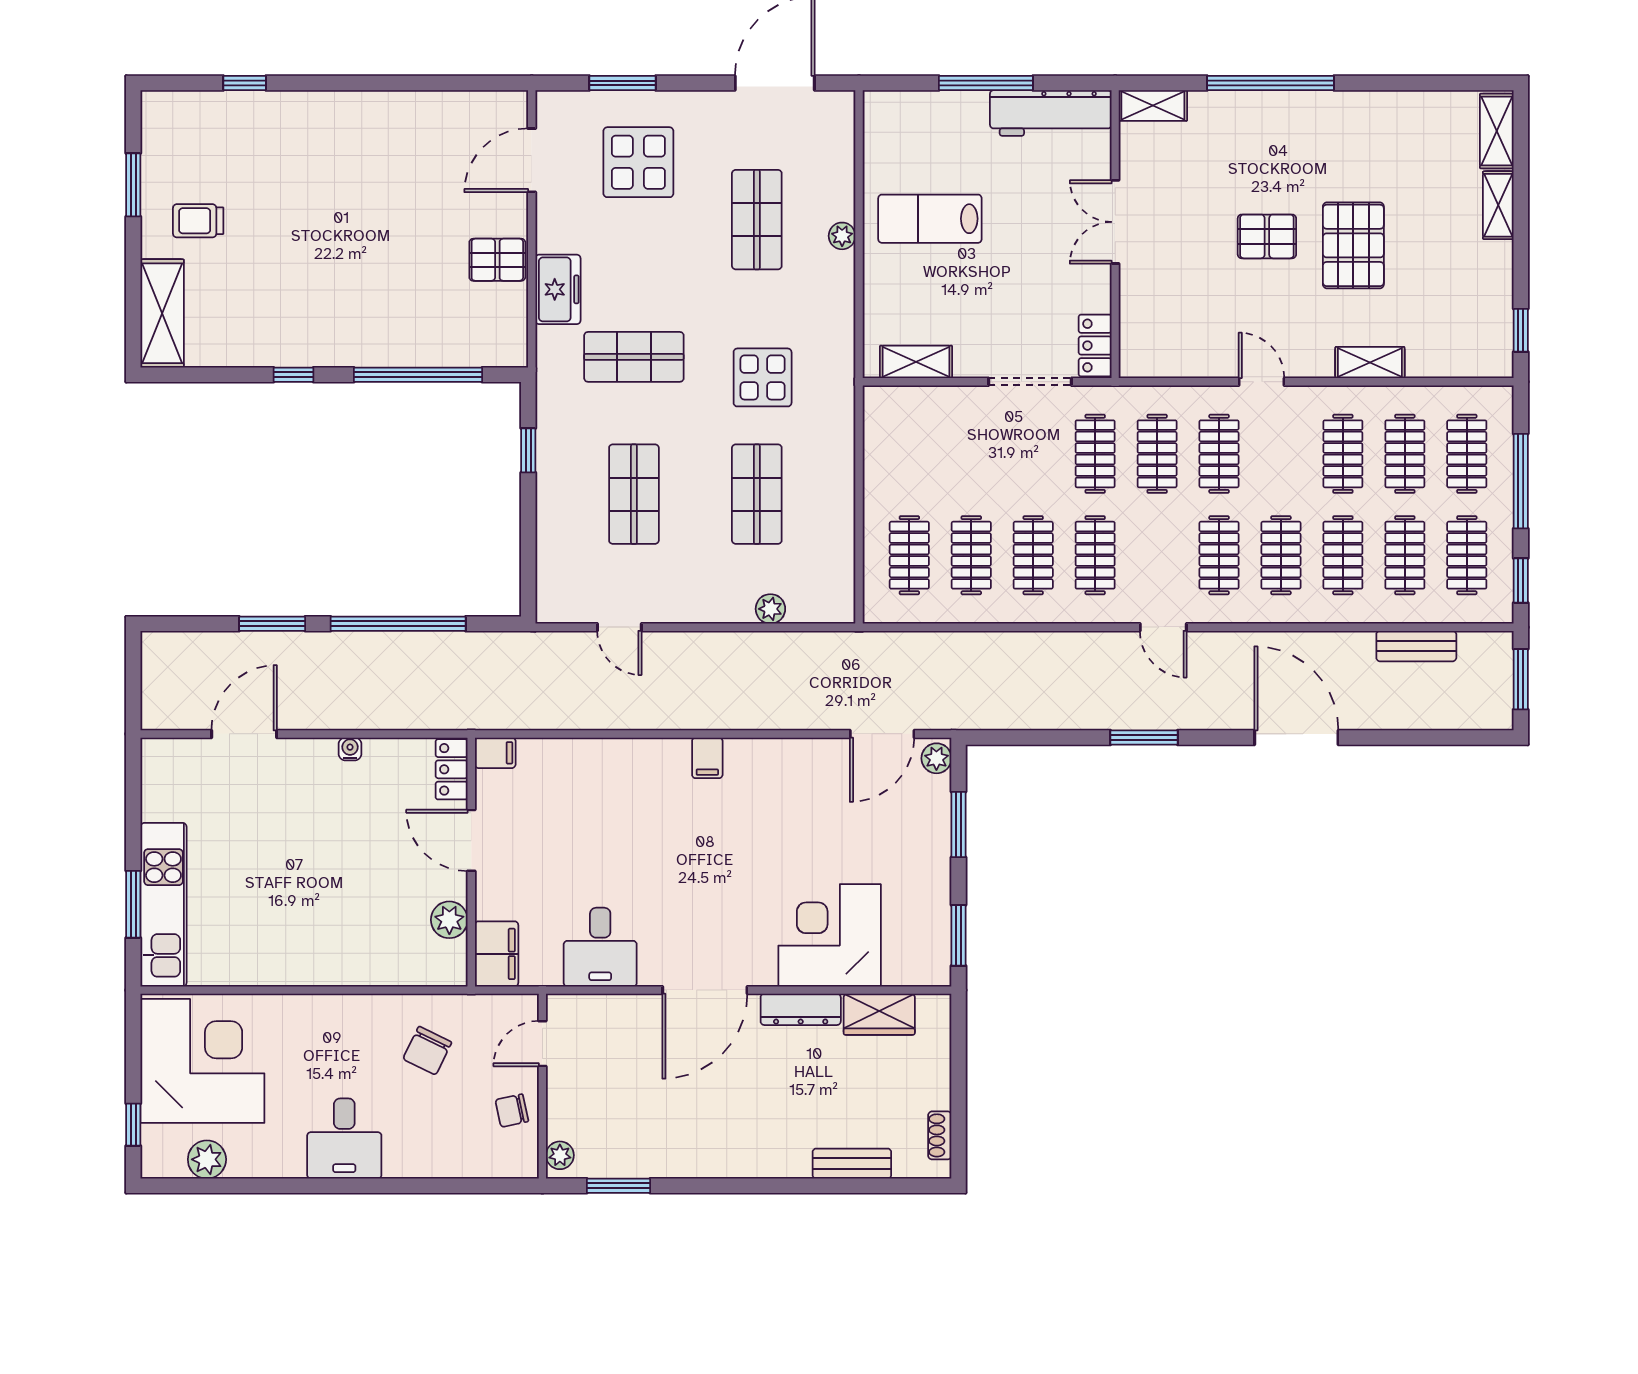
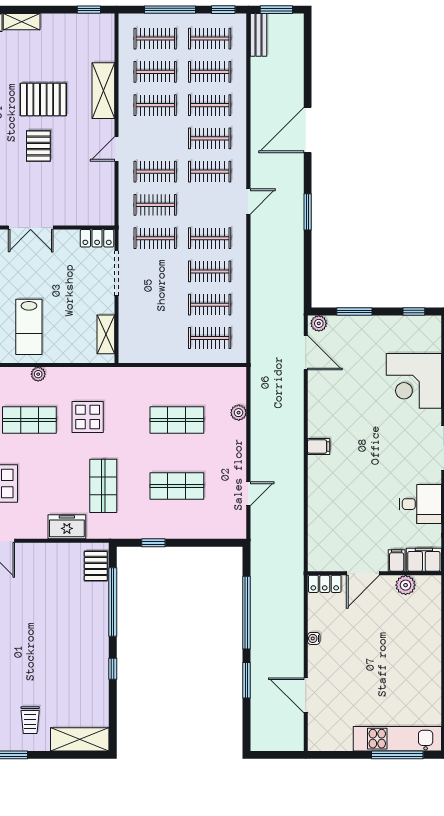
pallet: (497, 260) -> (96, 566), moved
shelving: (1370, 363) -> (103, 91), width x1.50, depth x1.33
display table: (763, 377) -> (88, 417), moved
bench: (1416, 646) -> (259, 35), moved
filing cabinet: (495, 753) -> (397, 560), moved
window: (133, 904) -> (397, 755), width x1.44
window: (959, 935) -> (414, 312), width x0.67

